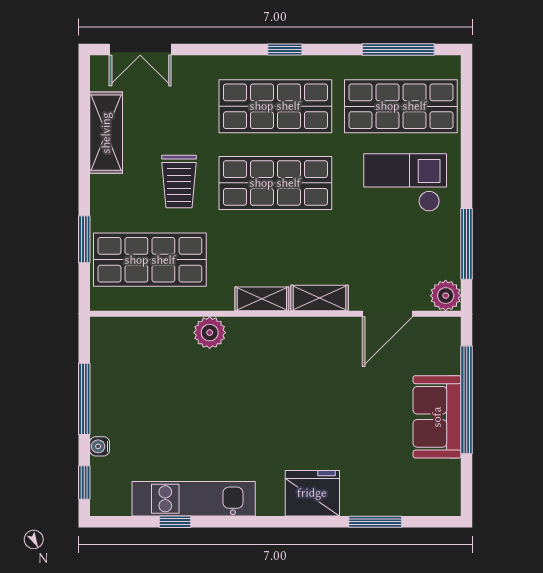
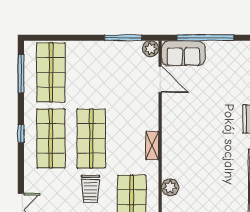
trolley: (179, 181) -> (90, 189), turned 90
checkout: (405, 183) -> (91, 70), removed
shelving: (319, 298) -> (152, 115), removed
plant: (210, 333) -> (170, 187), moved
sofa: (437, 417) -> (183, 53), moved

